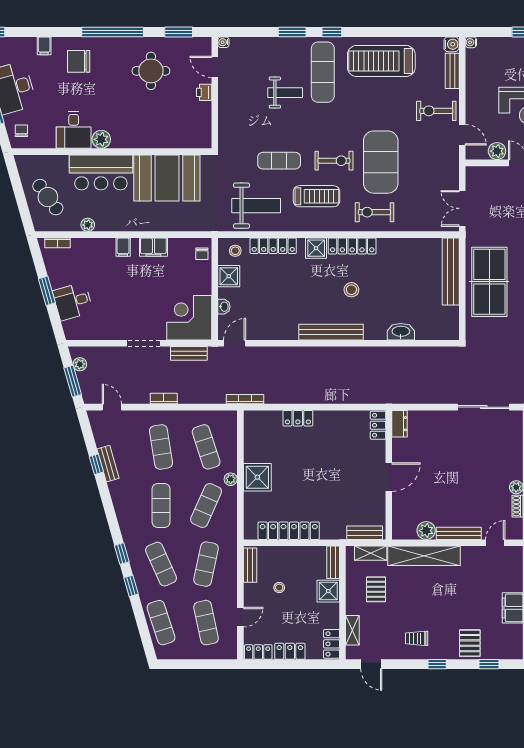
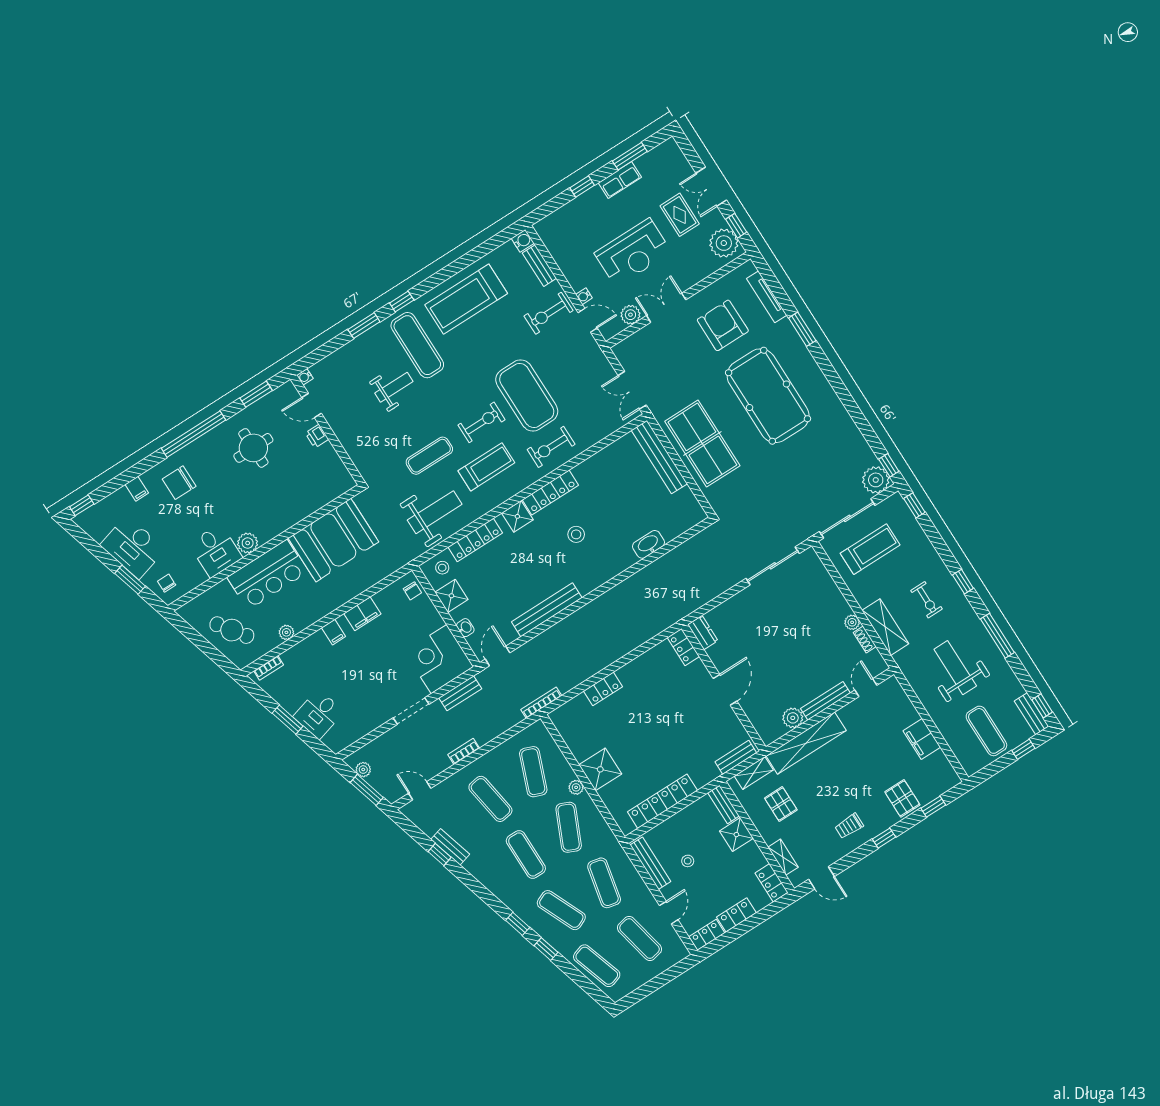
water cooler: (471, 42) -> (584, 296), moved
bench: (331, 332) -> (547, 610), moved
exercise mat: (206, 447) -> (533, 772), turned 39
bench: (250, 565) -> (650, 863), width x1.36

